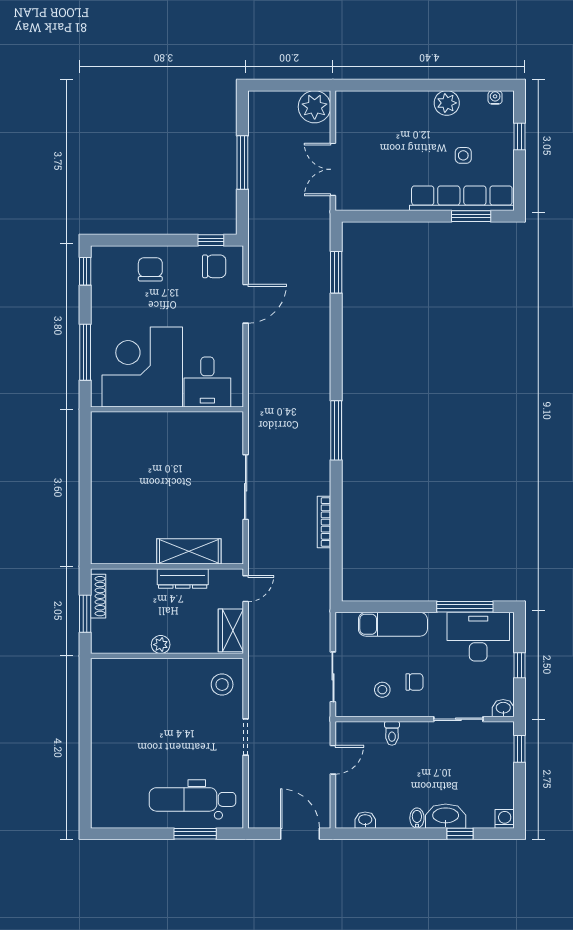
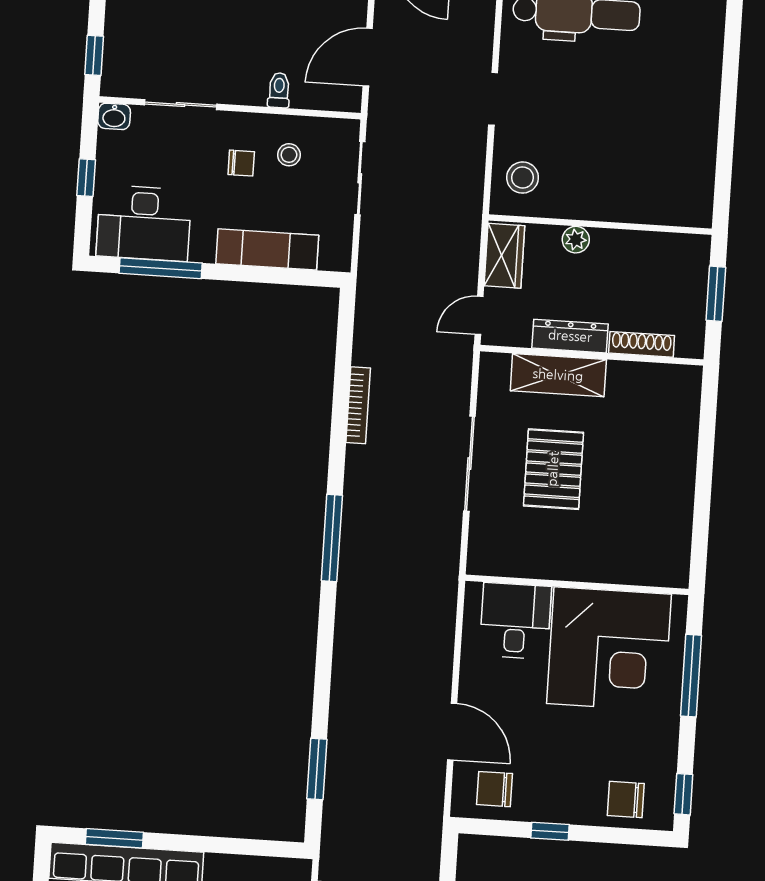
window: (211, 240) -> (550, 831), moved
chair: (150, 269) -> (626, 799), moved, turned 90
door: (246, 304) -> (452, 732), swing flipped
pallet: (188, 487) -> (553, 469), added
shoe rack: (98, 596) -> (642, 344), moved, turned 90
plant: (161, 645) -> (576, 240), moved
chair: (414, 682) -> (241, 163), turned 180
door: (333, 760) -> (368, 57), width x1.38

